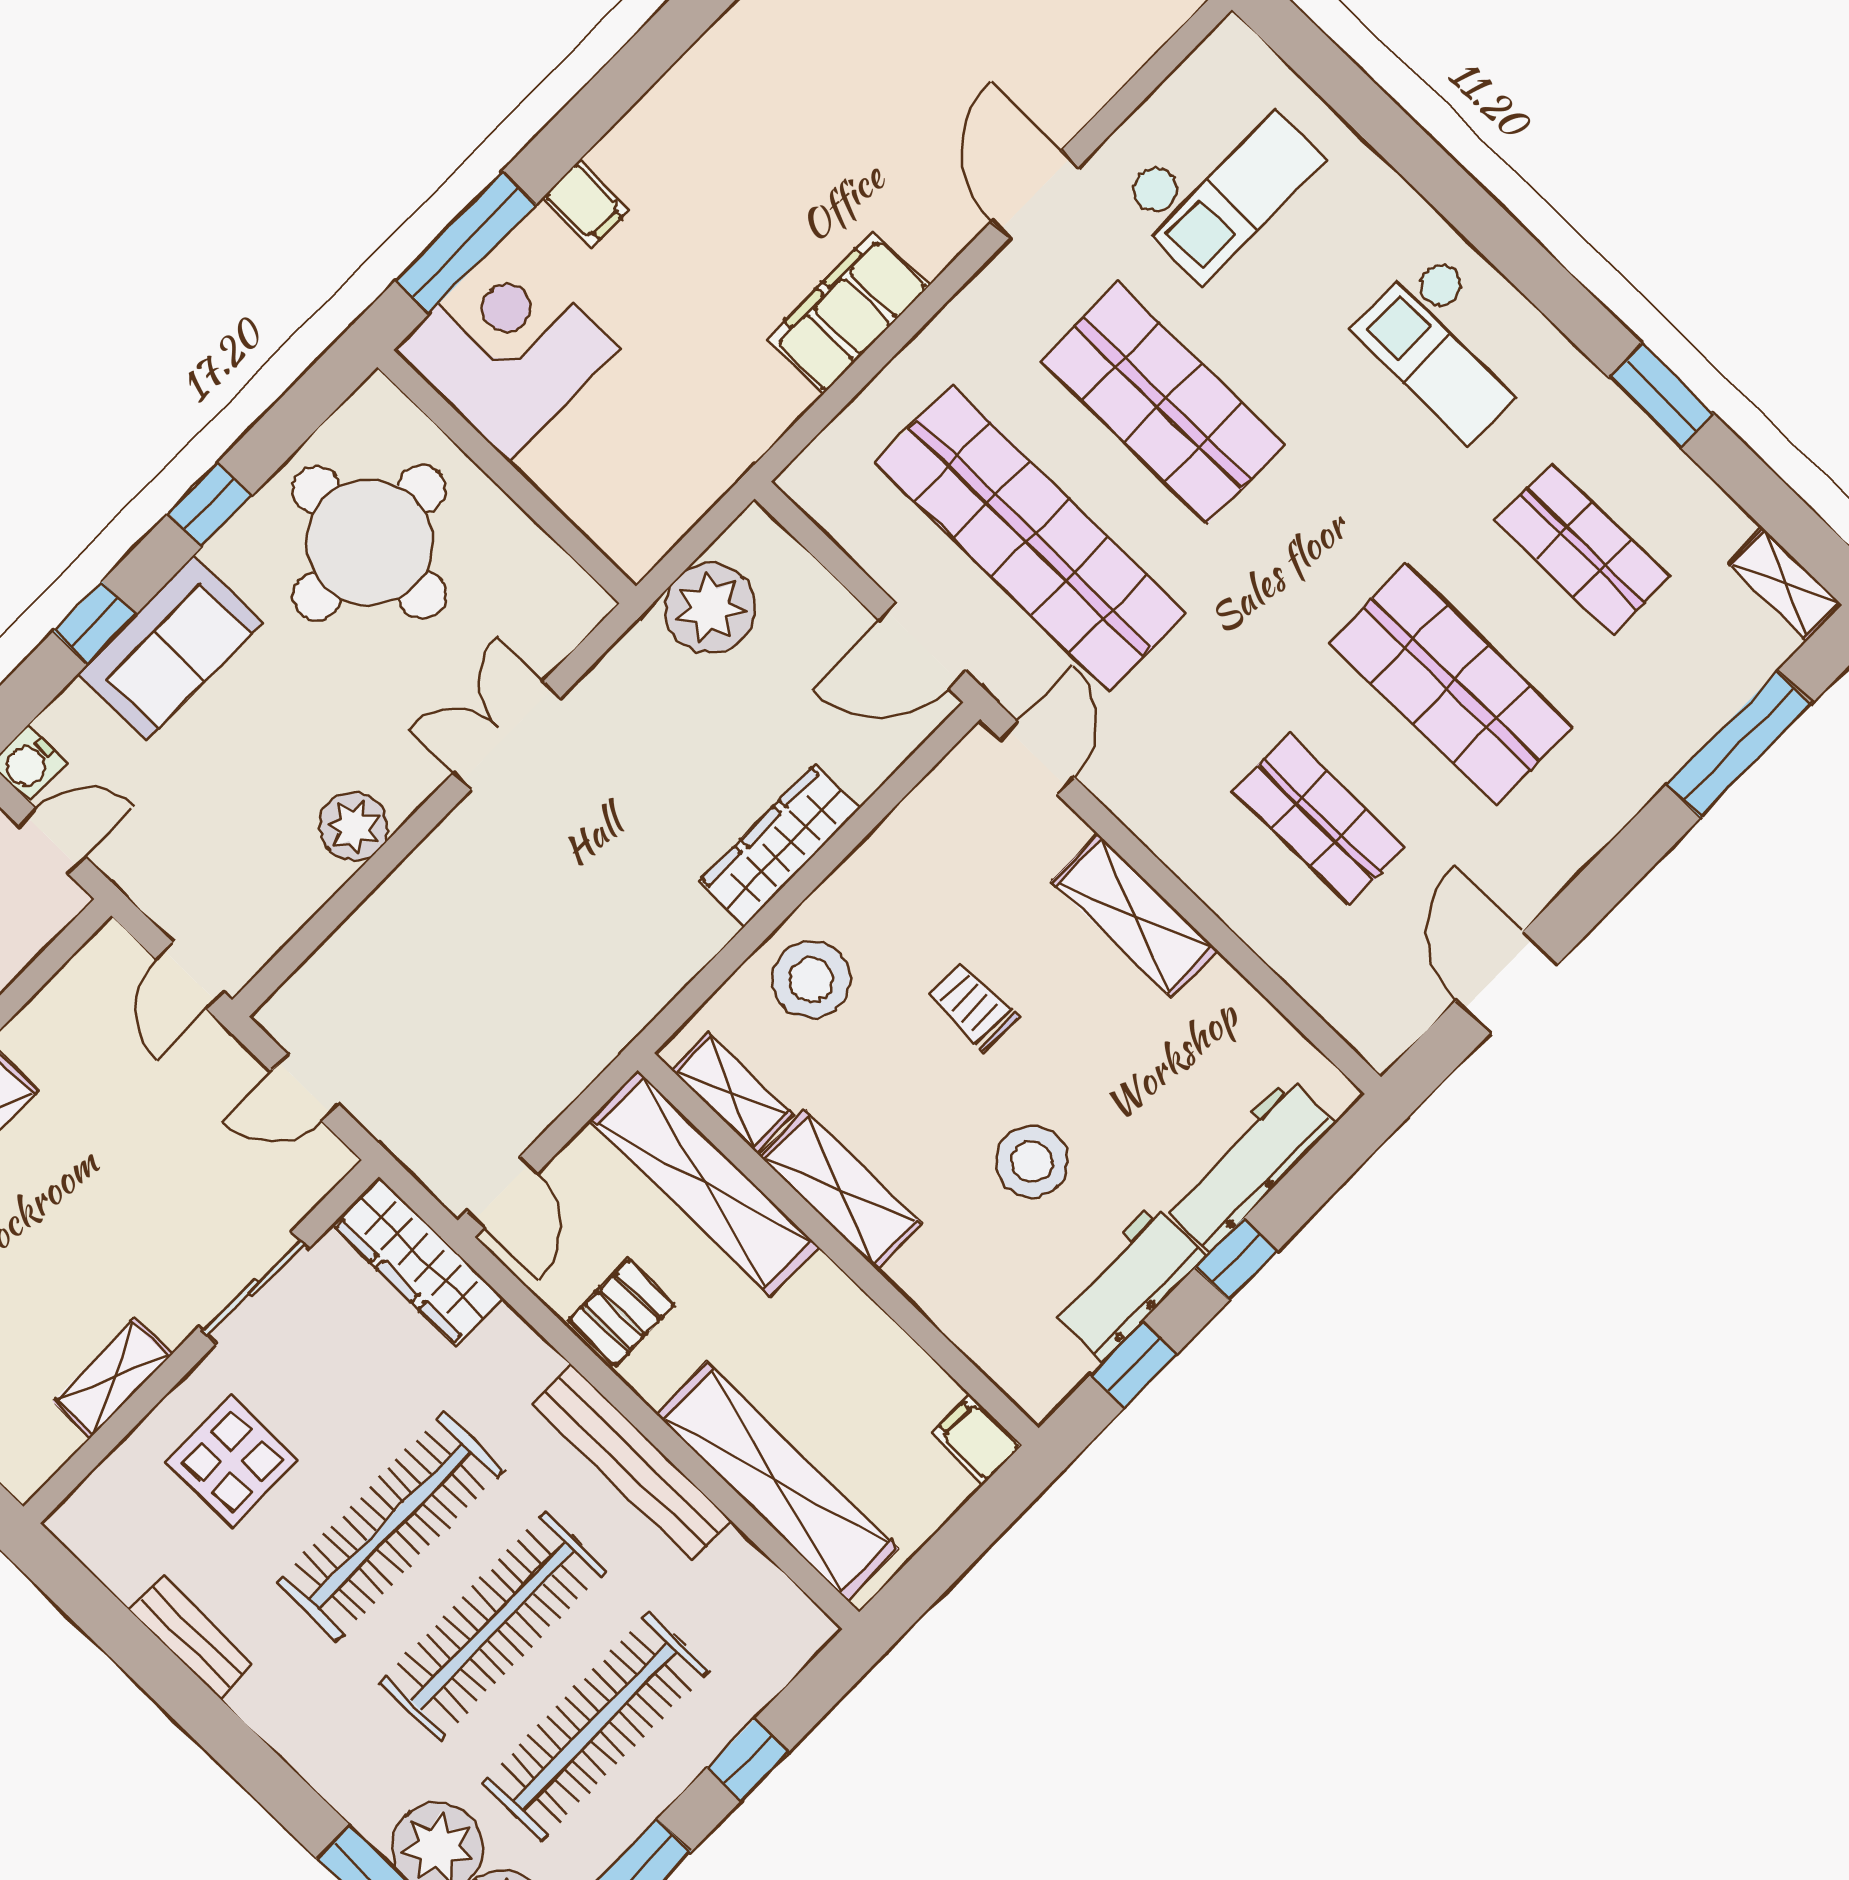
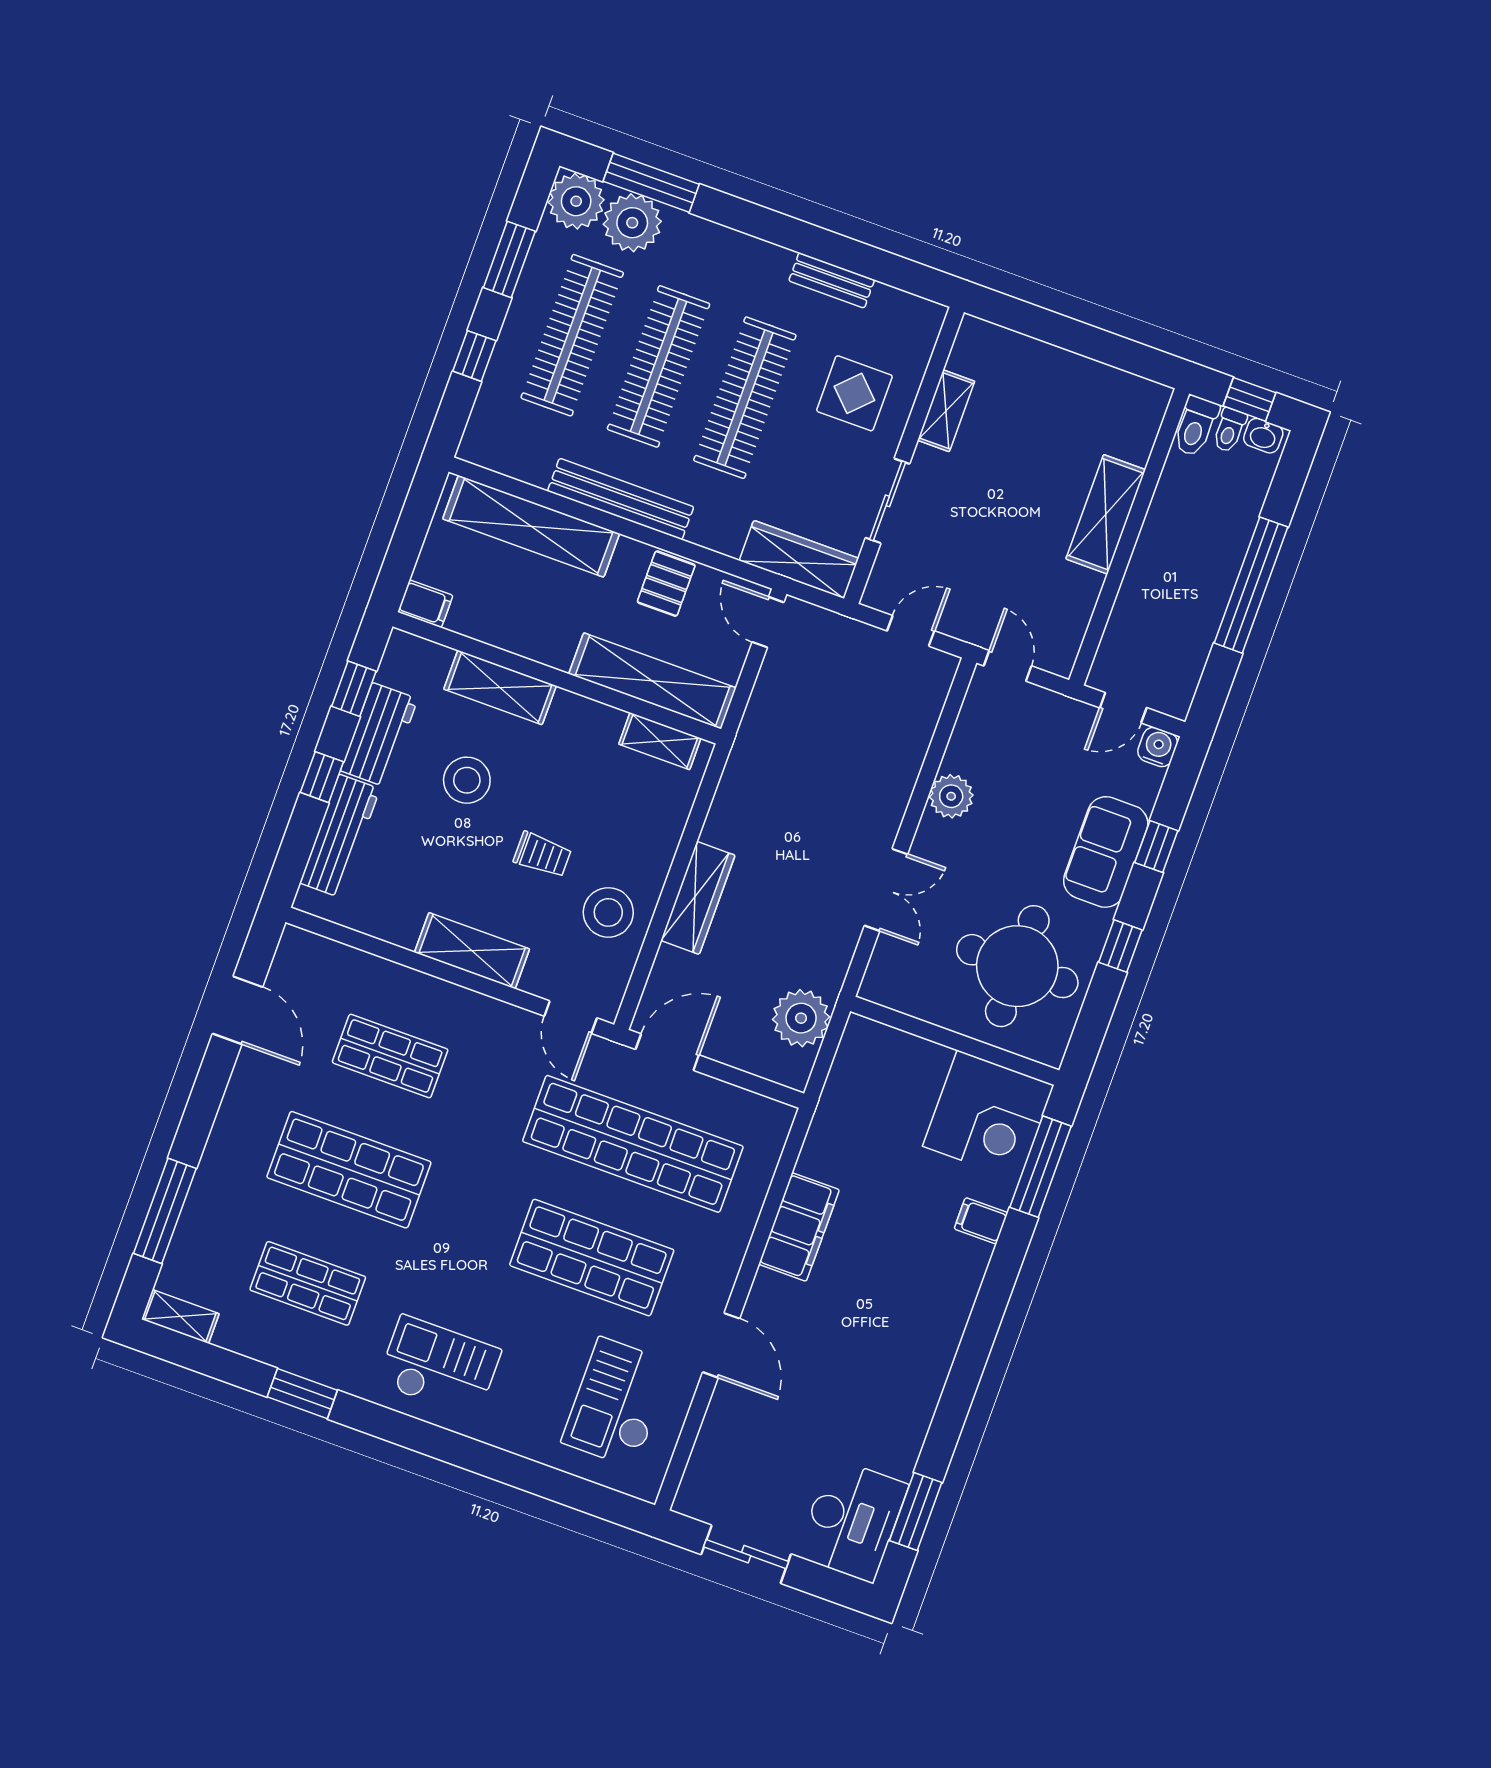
stool: (811, 980) -> (608, 912), moved
shelving: (840, 1190) -> (500, 687), moved

